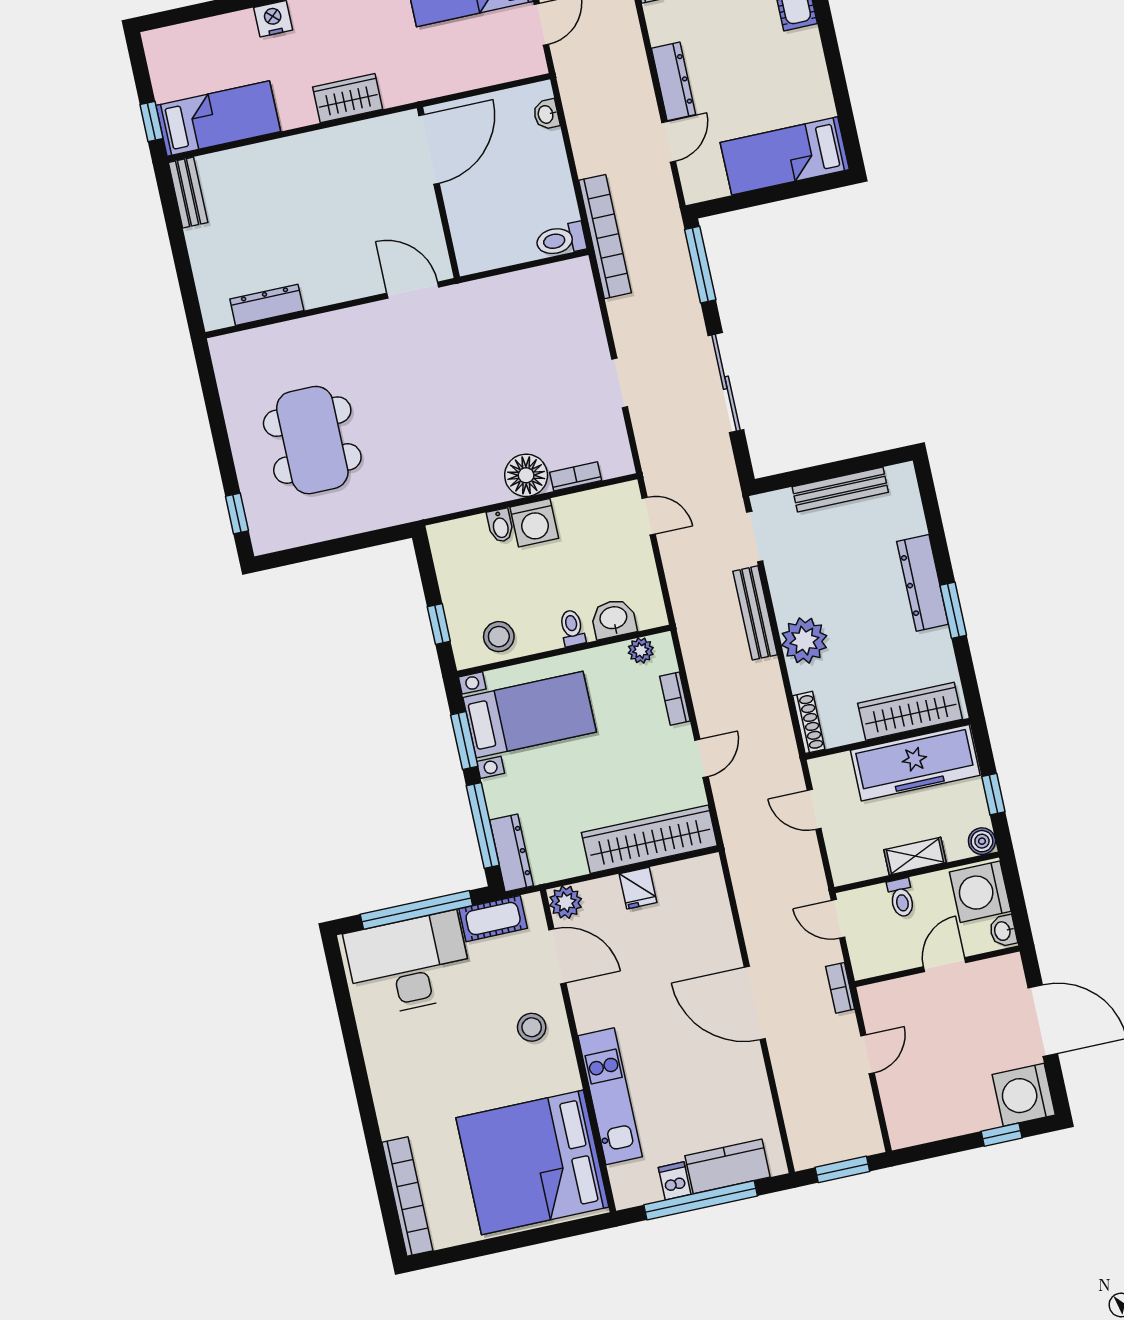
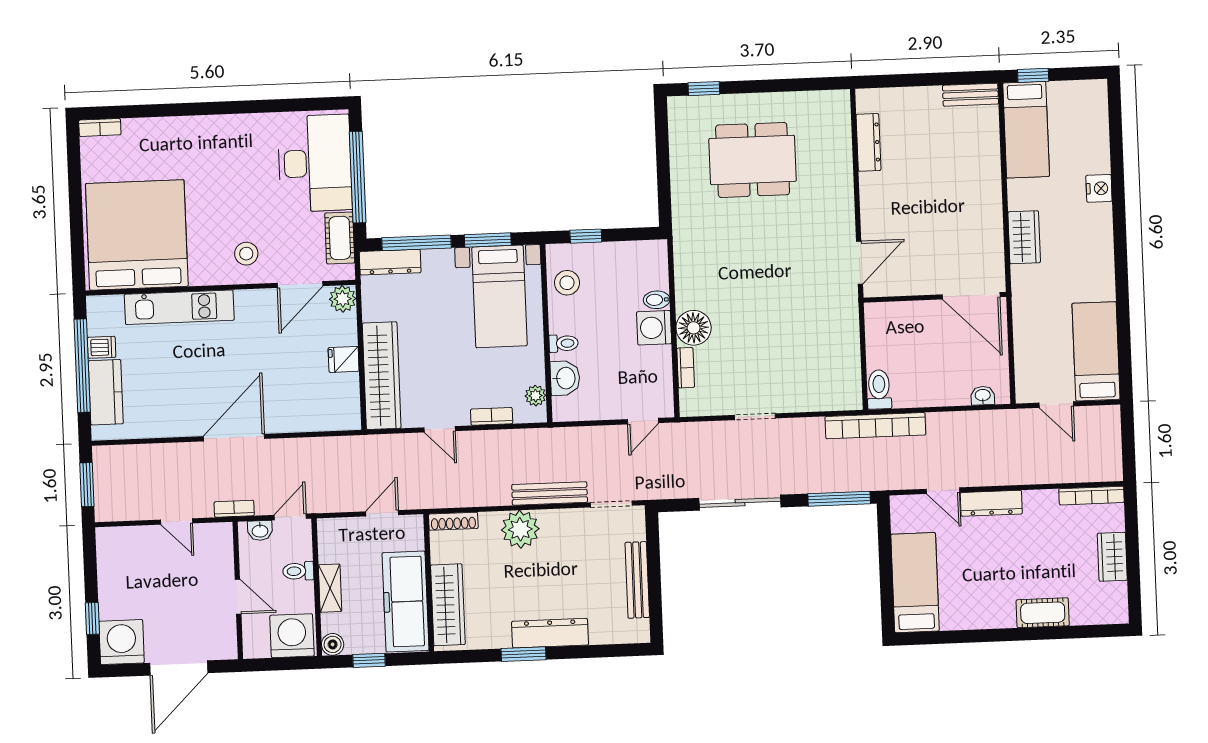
washbasin: (1003, 931) -> (260, 530), moved, turned 180
bookcase: (407, 1196) -> (100, 127), width x0.43, depth x0.76

